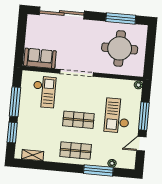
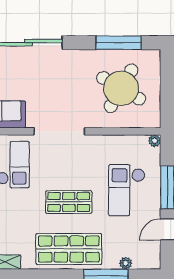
round table: (120, 48) -> (121, 88), turned 30
shop shelf: (76, 151) -> (69, 249), width x1.43, depth x1.36

